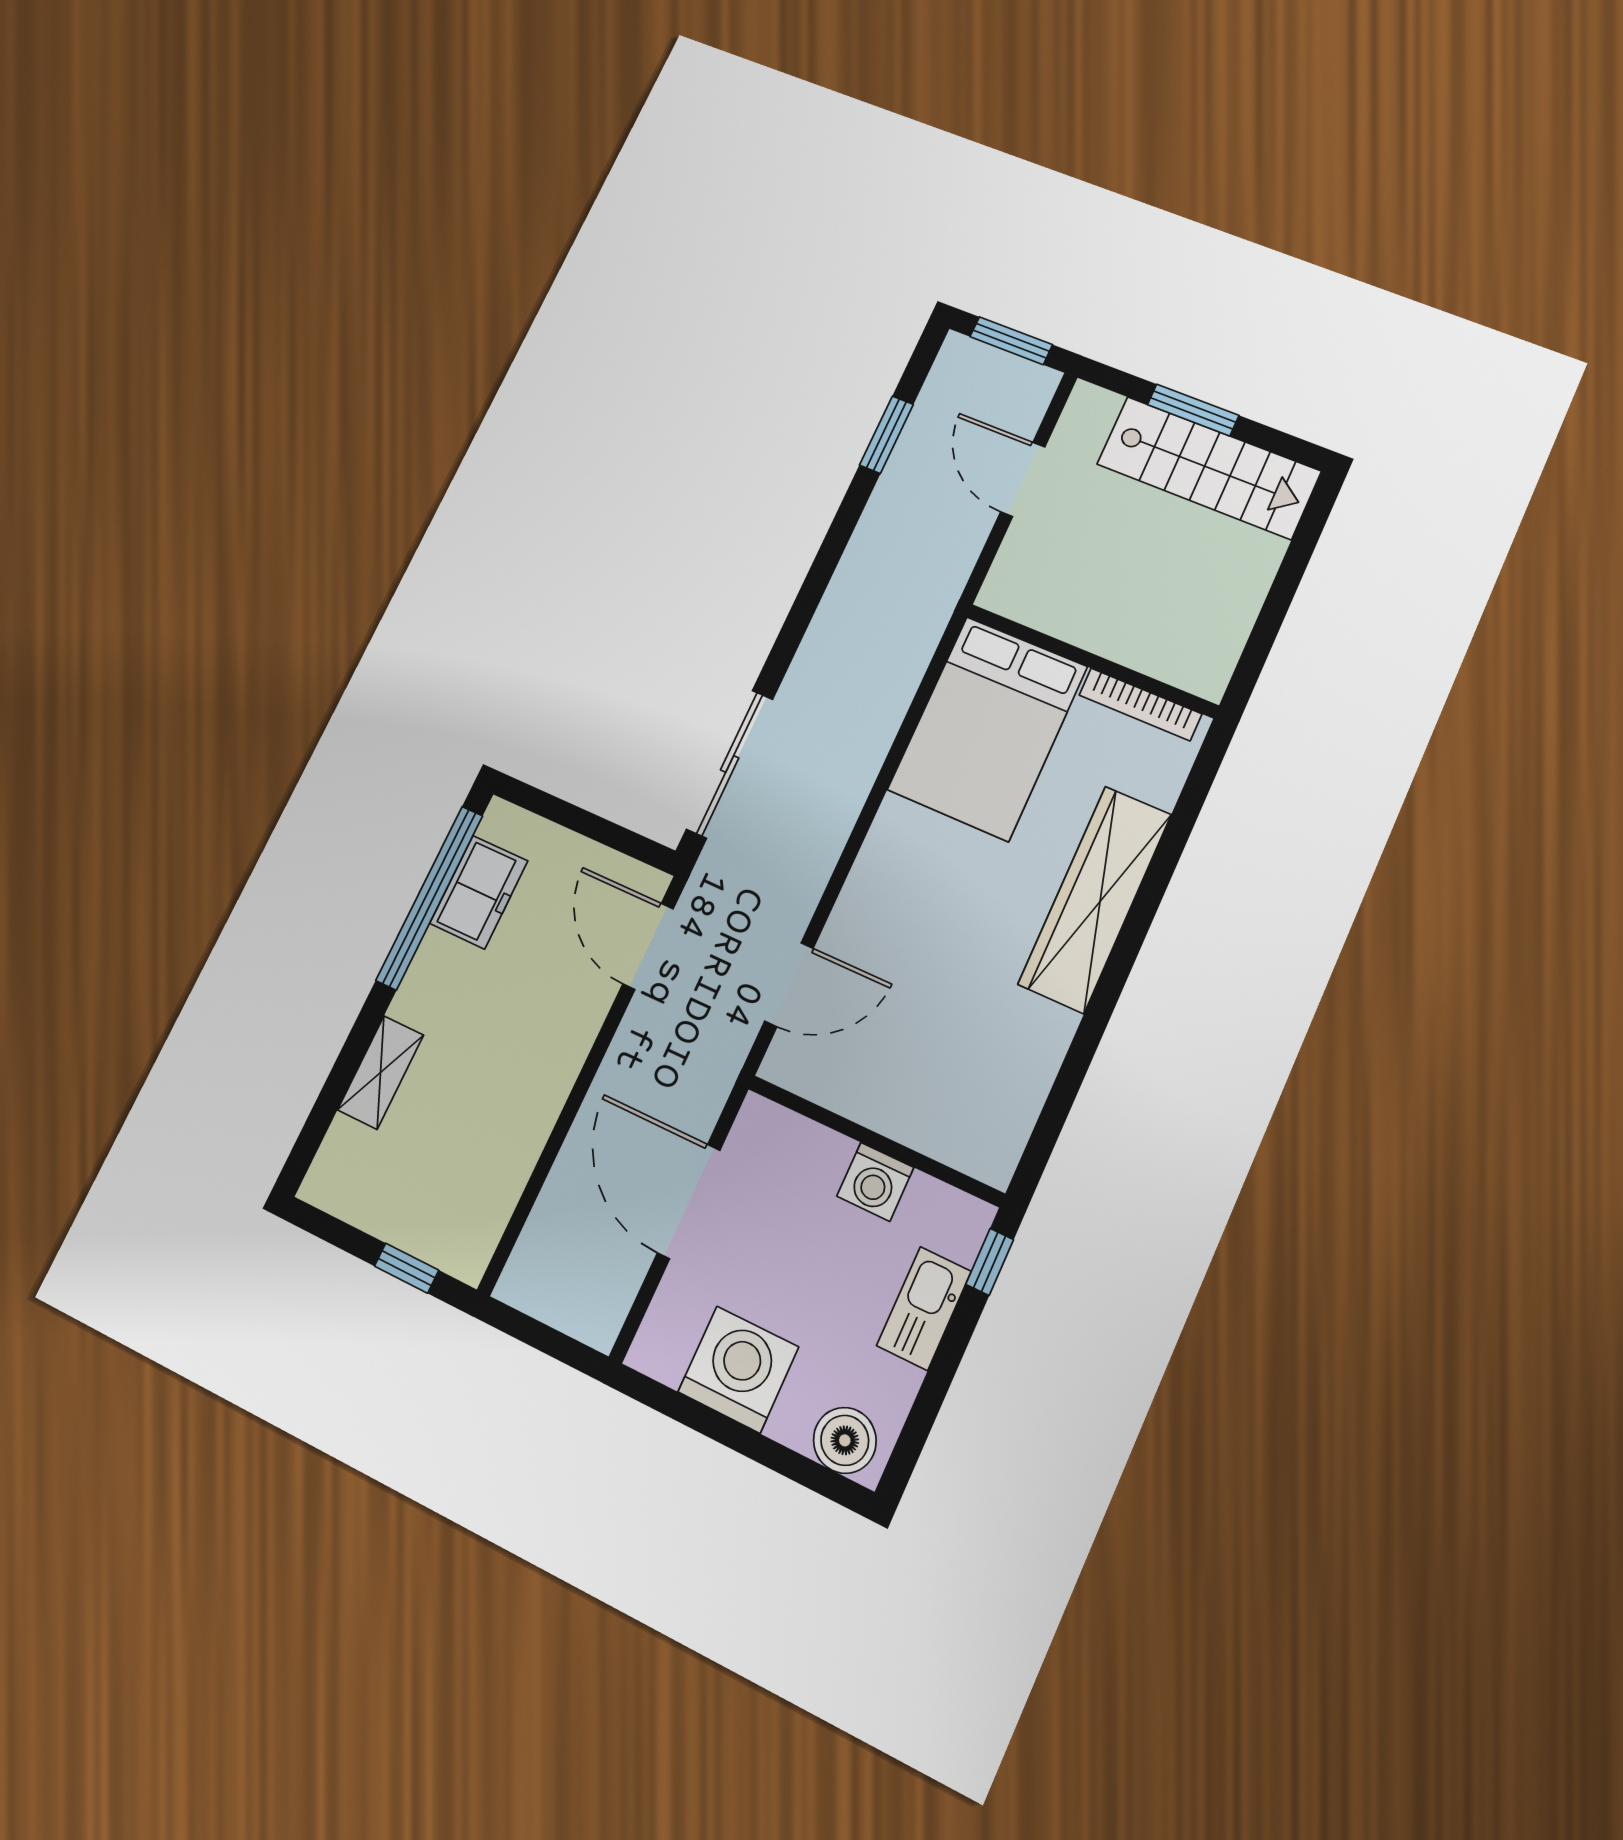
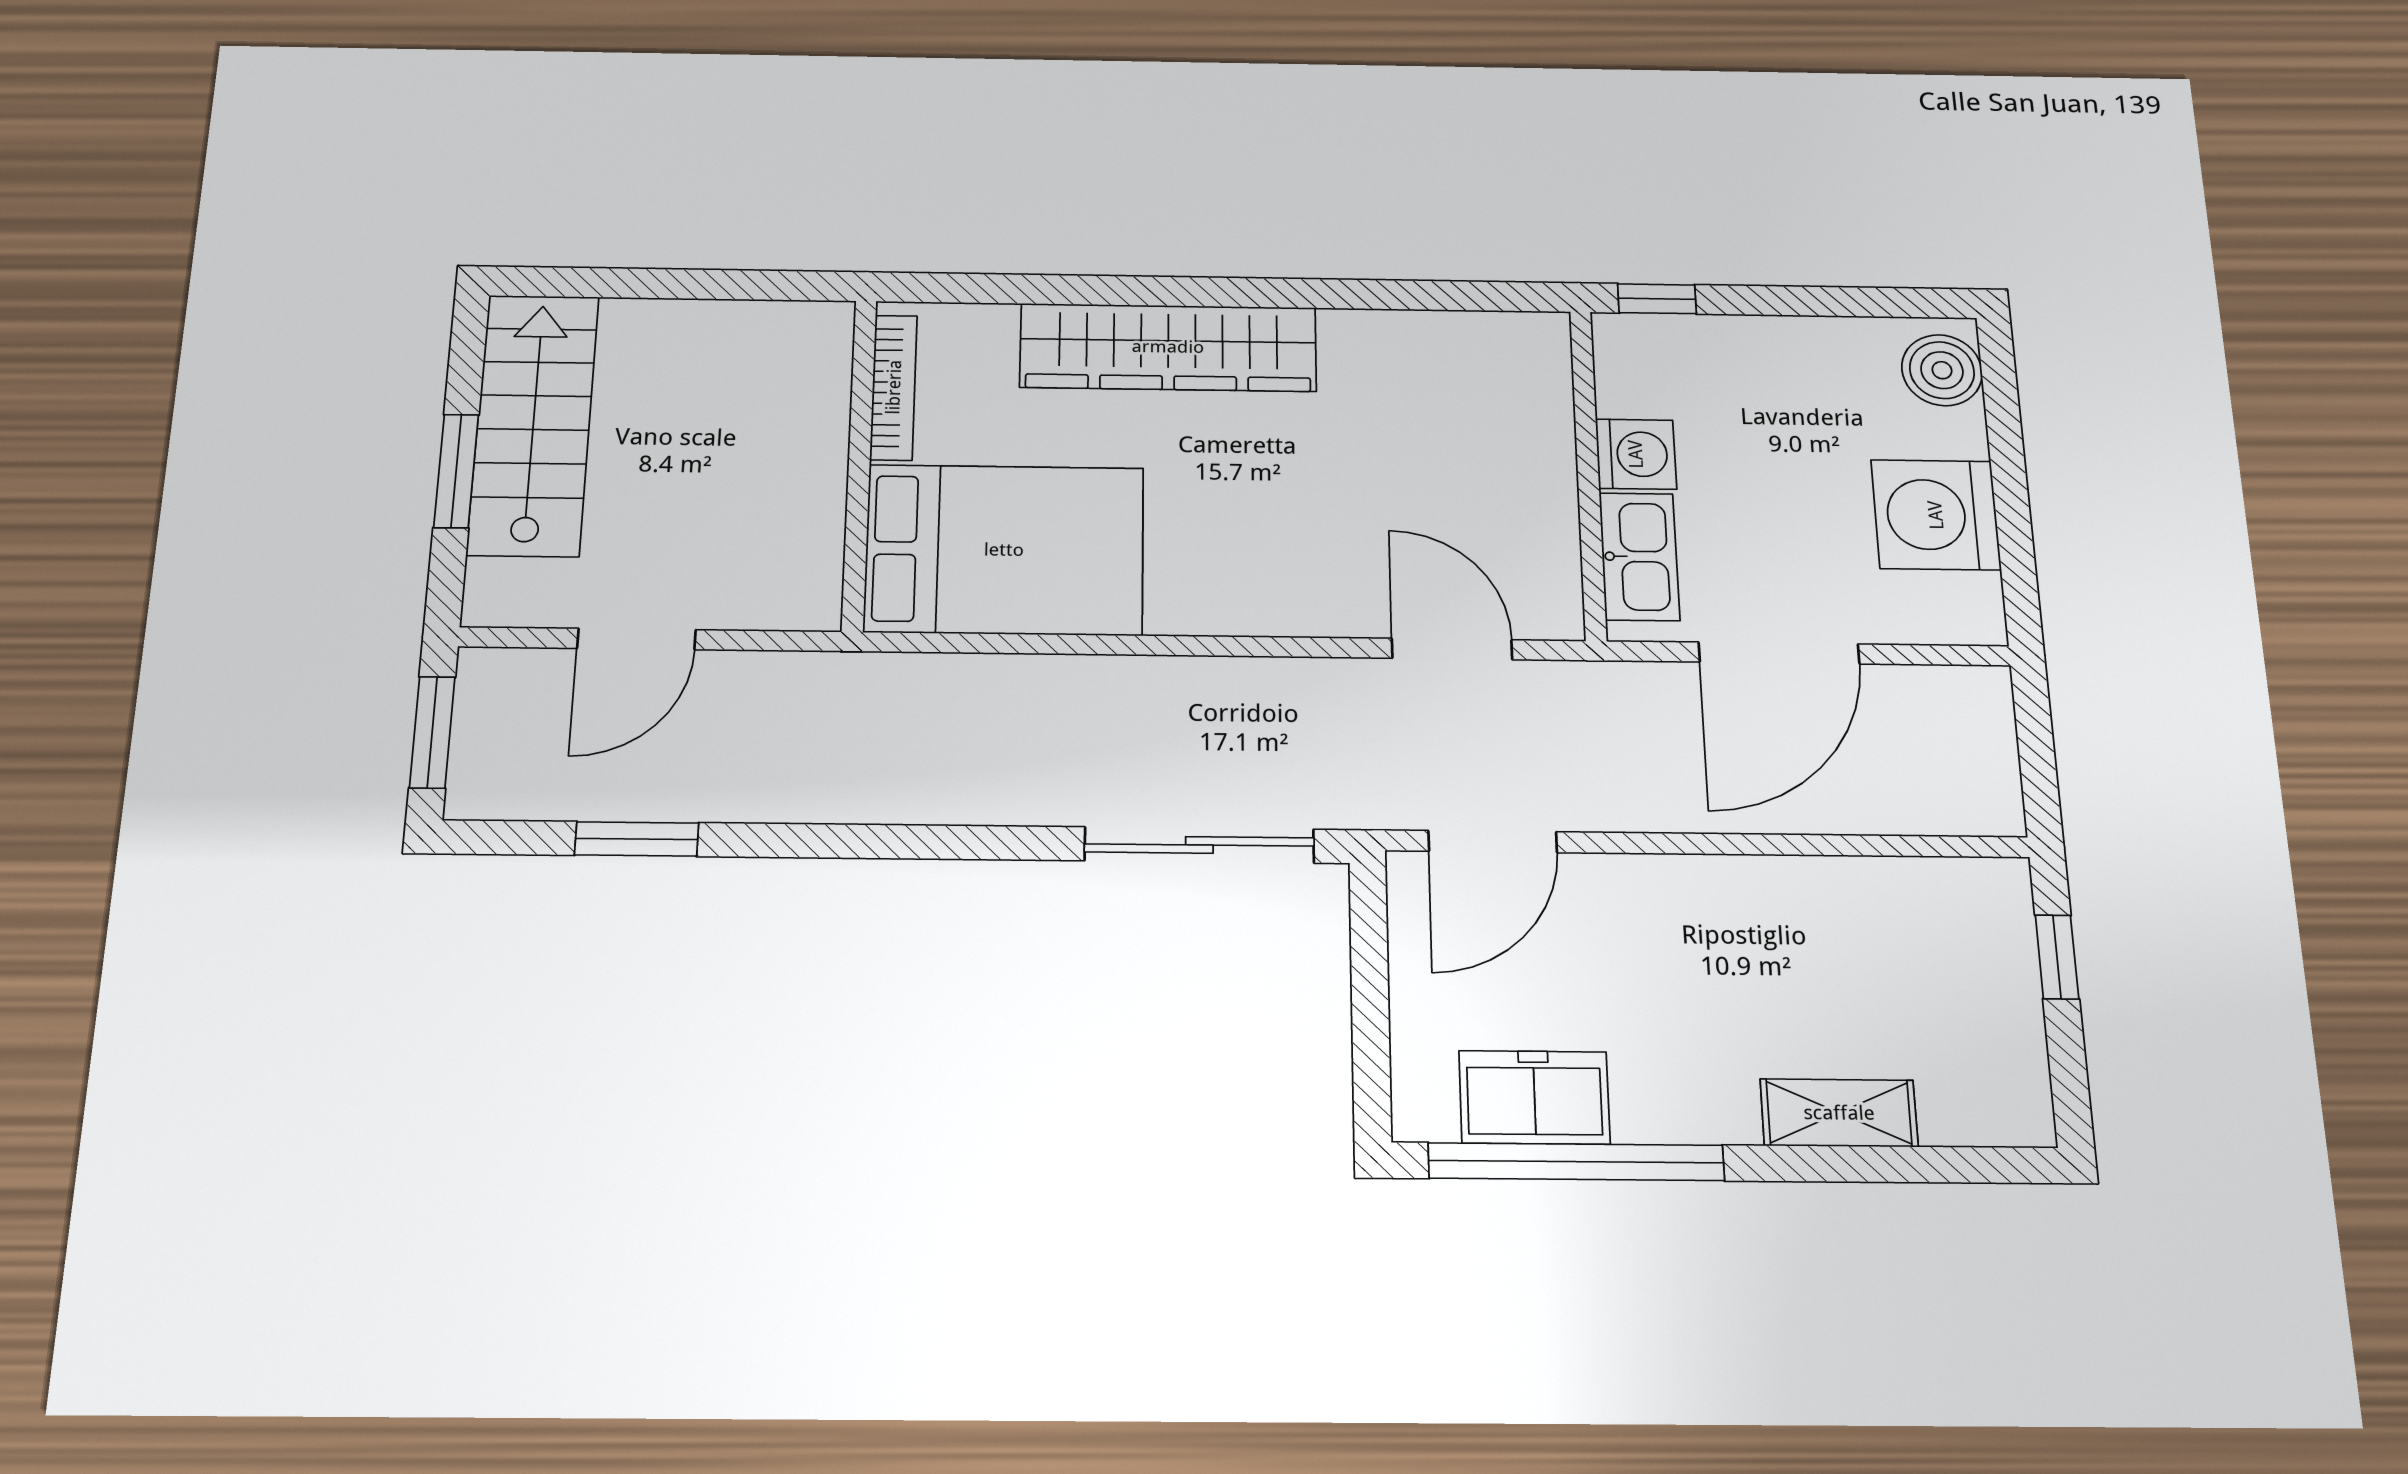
kitchen sink: (924, 1308) -> (1639, 557), moved, turned -90

